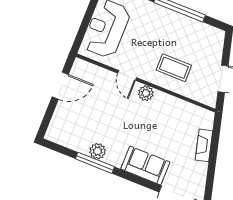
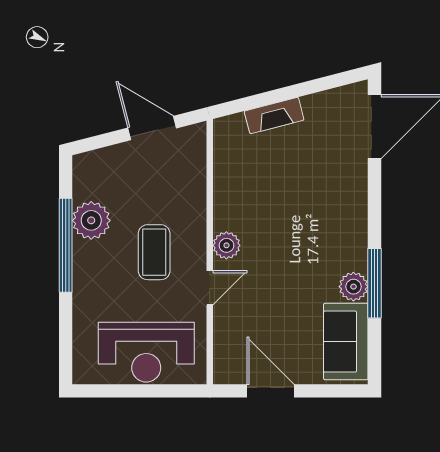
plant: (187, 27) -> (91, 220), added
coffee table: (174, 68) -> (154, 252), moved
sofa: (145, 166) -> (346, 342), moved

